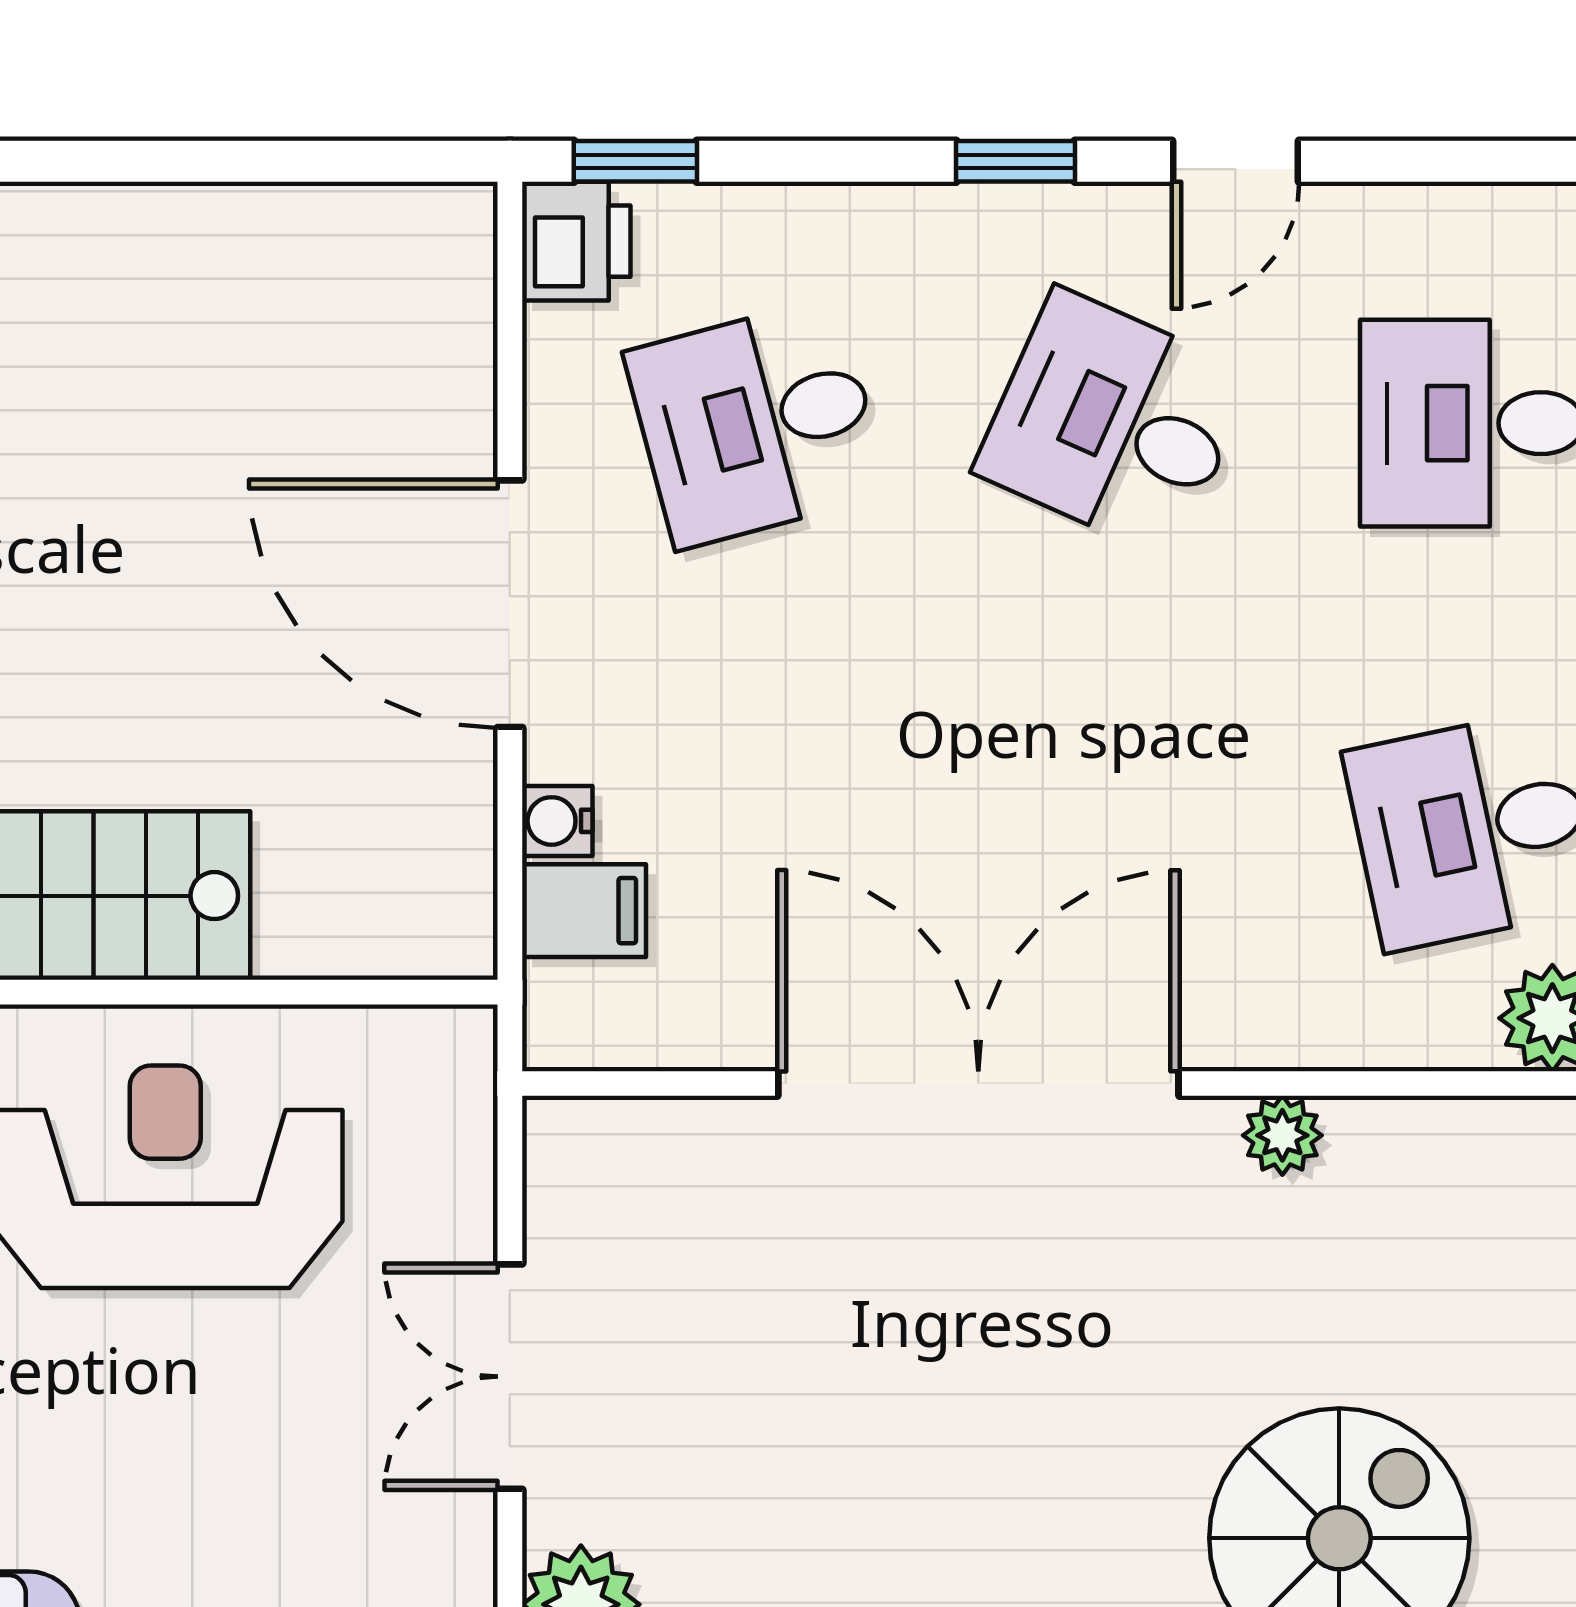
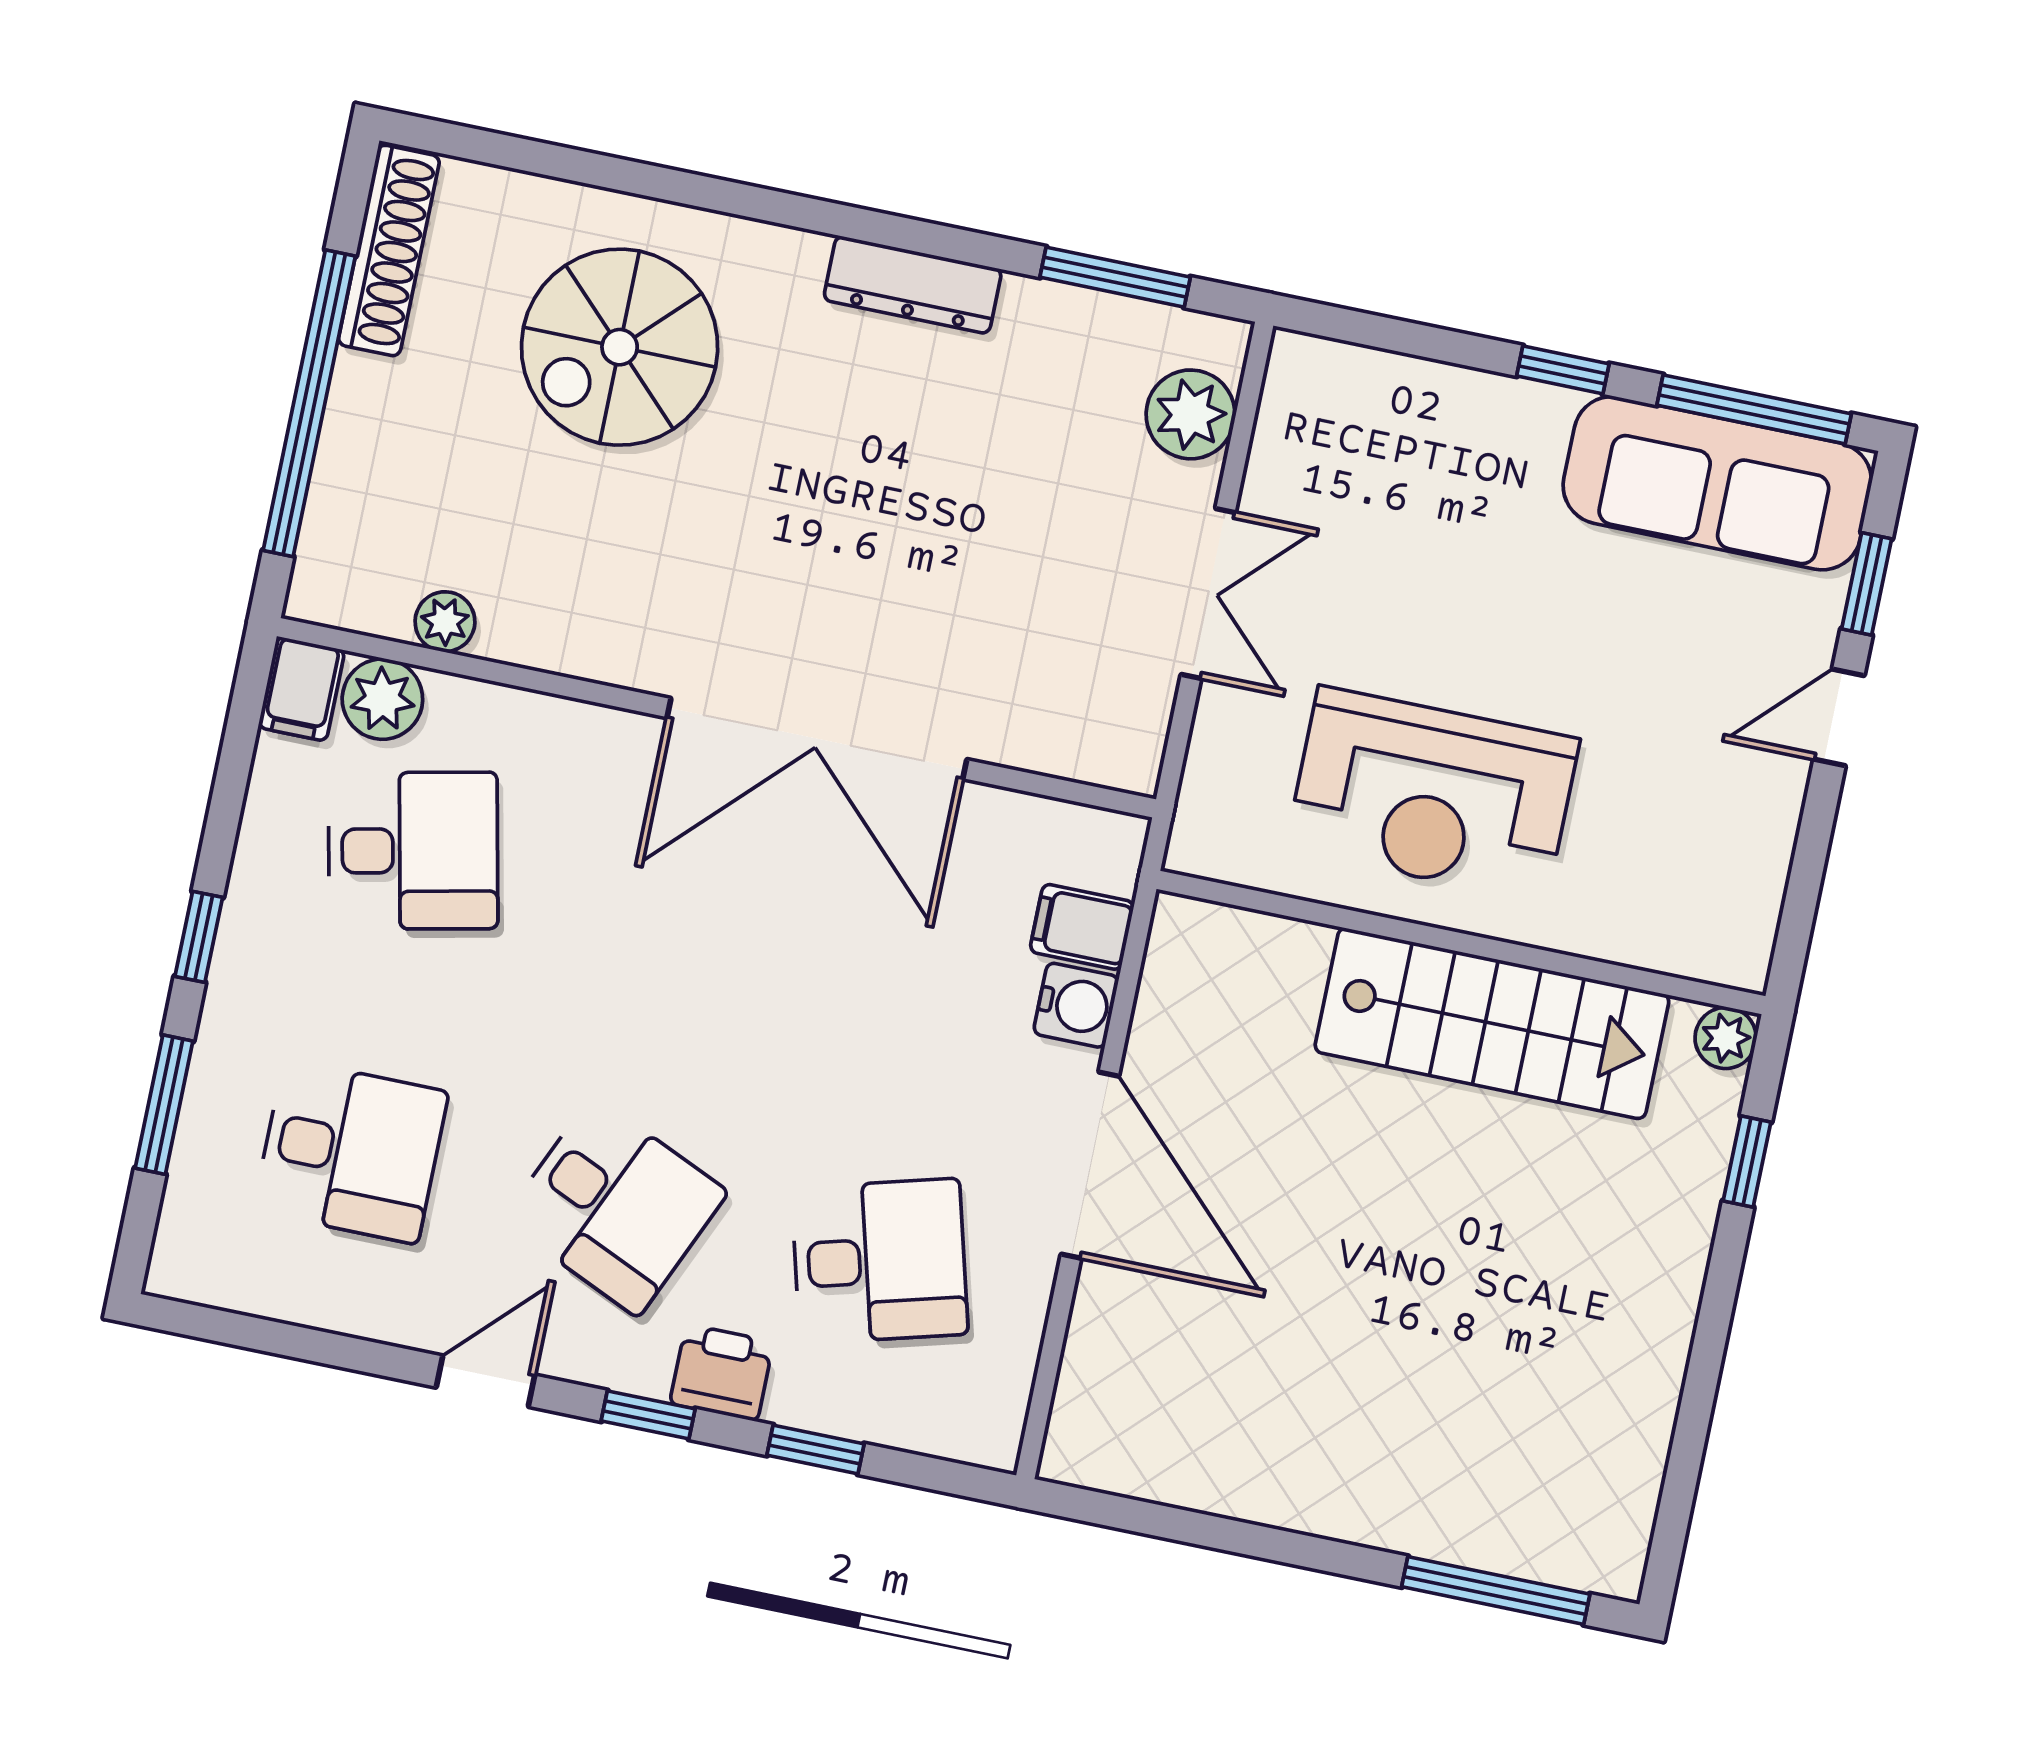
window: (635, 161) -> (816, 1450), moved
printer: (576, 241) -> (722, 1373), moved, turned 90
water cooler: (557, 821) -> (1076, 1005), width x1.38, depth x1.38
plant: (1282, 1135) -> (445, 622), moved

